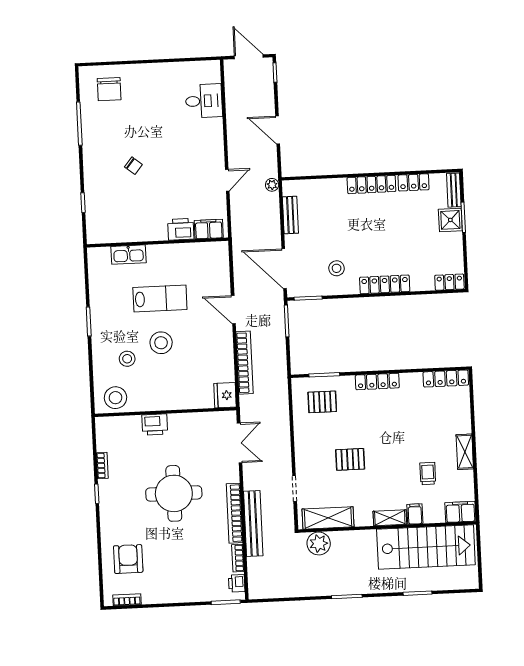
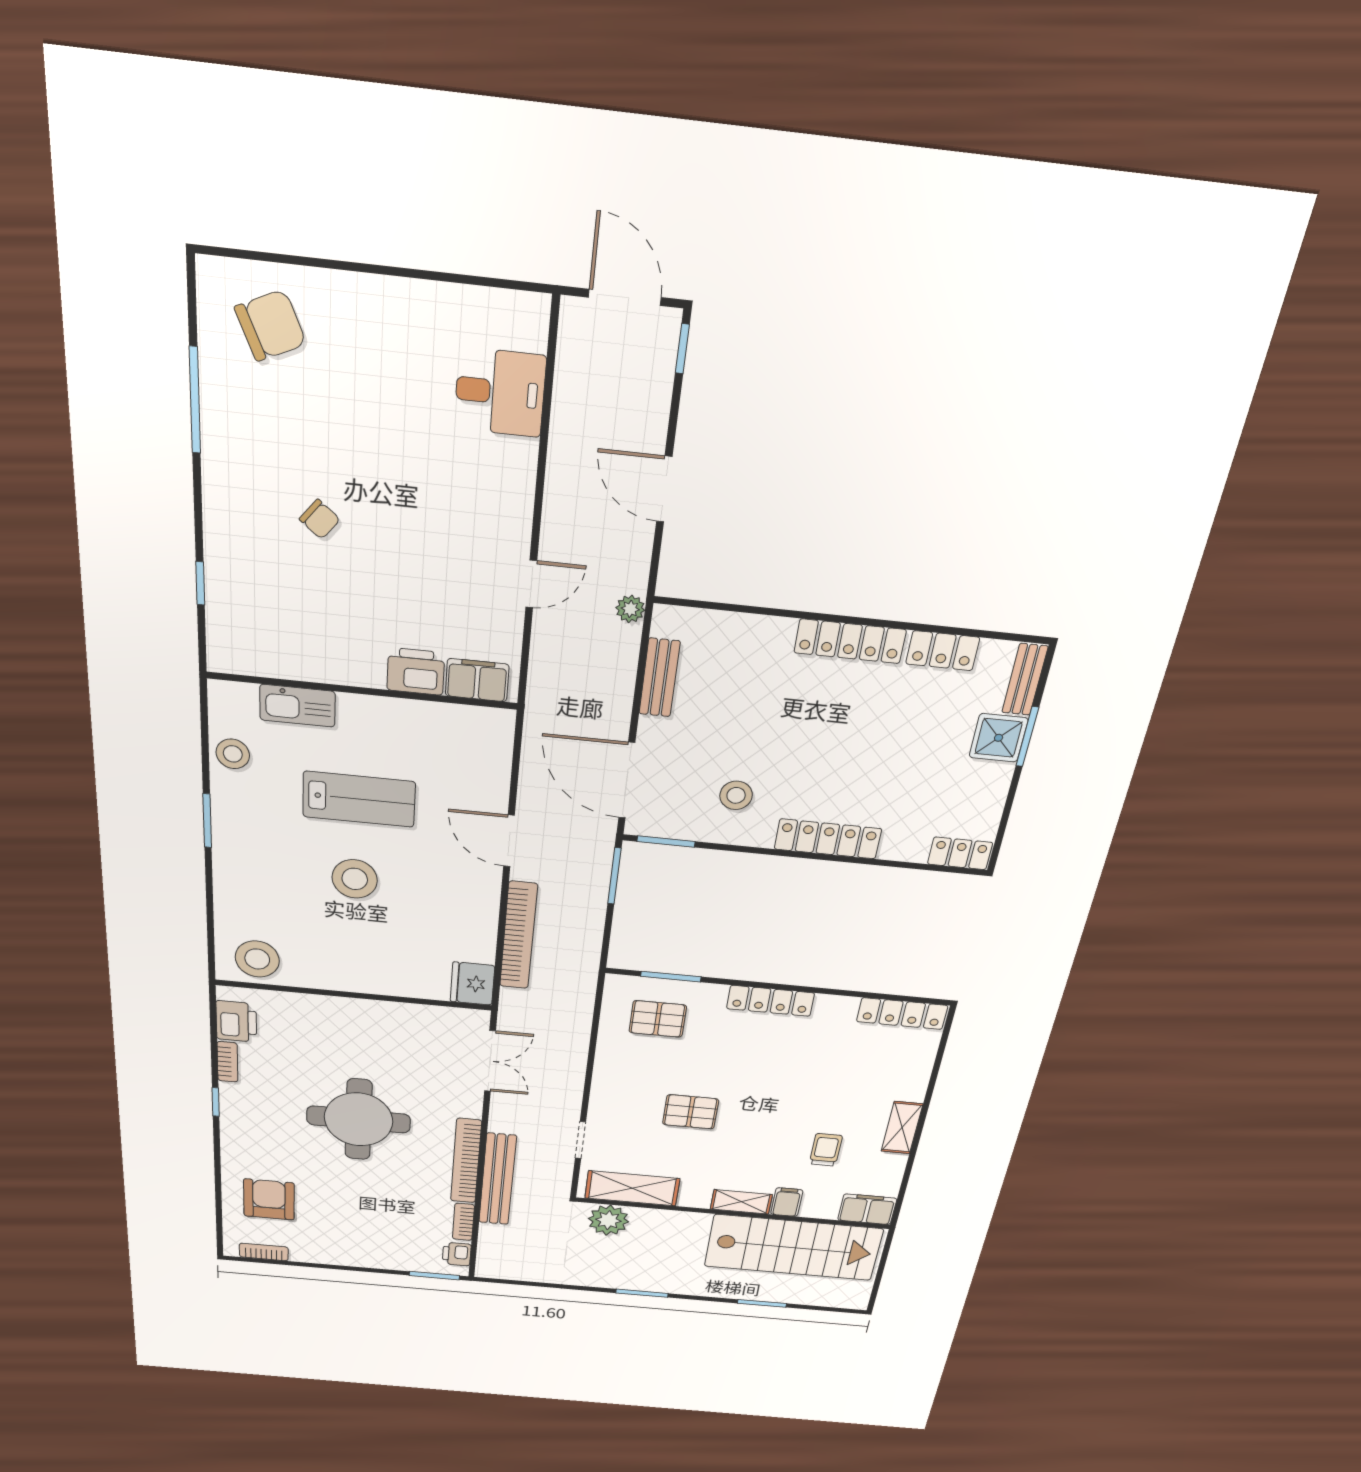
chair: (109, 89) -> (270, 326), turned -114
stool: (127, 359) -> (233, 754), moved
printer: (155, 425) -> (236, 1021), moved, turned -90

